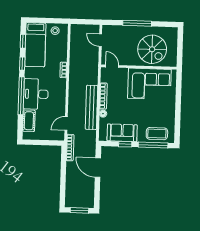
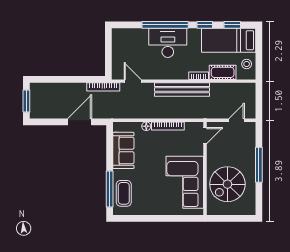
bench: (92, 107) -> (182, 90), moved
cot: (29, 121) -> (223, 72), moved
window: (125, 144) -> (110, 155), removed

